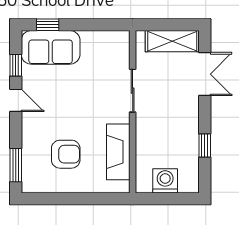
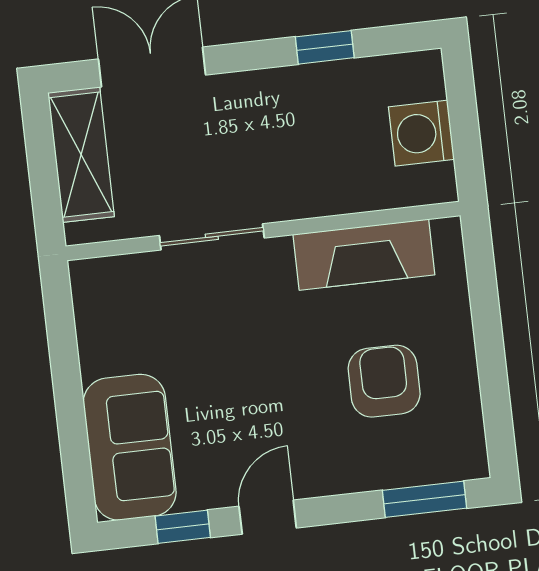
window: (48, 25) -> (76, 461), removed

